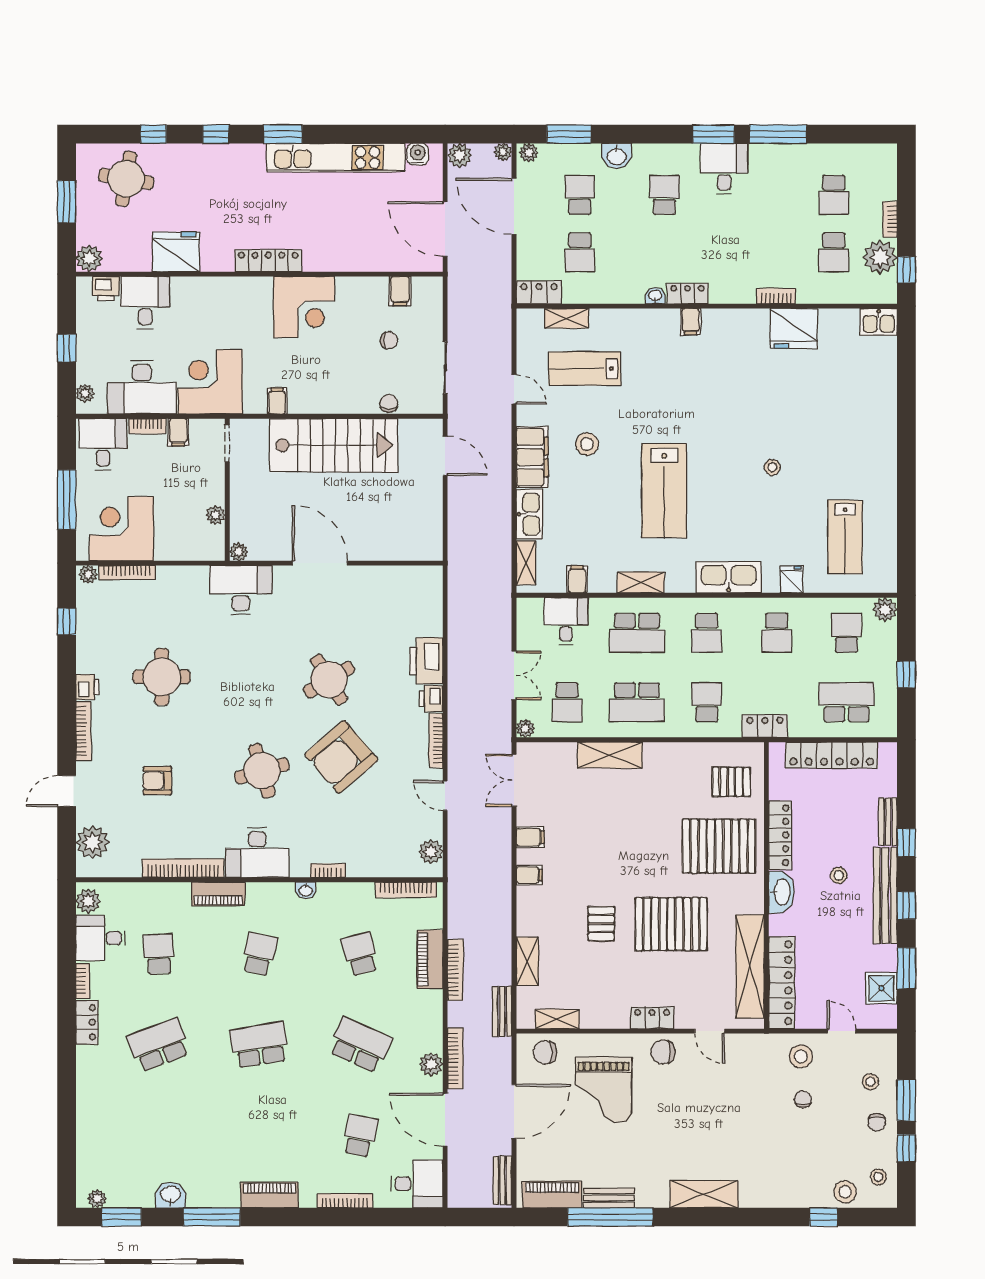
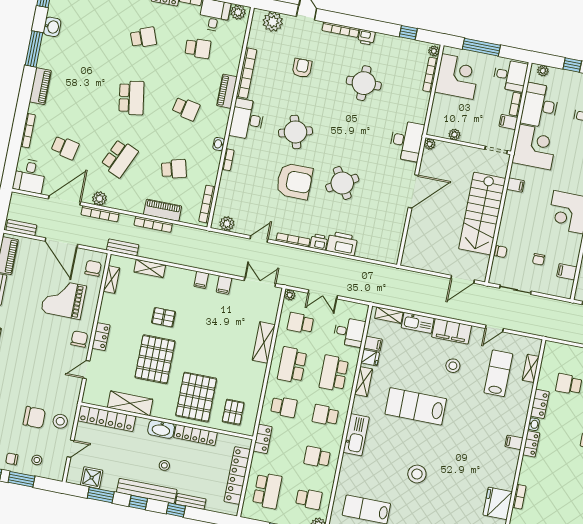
locker: (539, 292) -> (540, 404), moved
stool: (772, 467) -> (417, 474), width x1.89, depth x1.89
fridge: (792, 579) -> (370, 358), moved
armchair: (341, 757) -> (294, 181), turned 131
shelving: (750, 966) -> (130, 403), width x0.68
school desk: (159, 1045) -> (143, 37), width x0.54
chair: (803, 1099) -> (34, 417), width x1.87, depth x1.87

